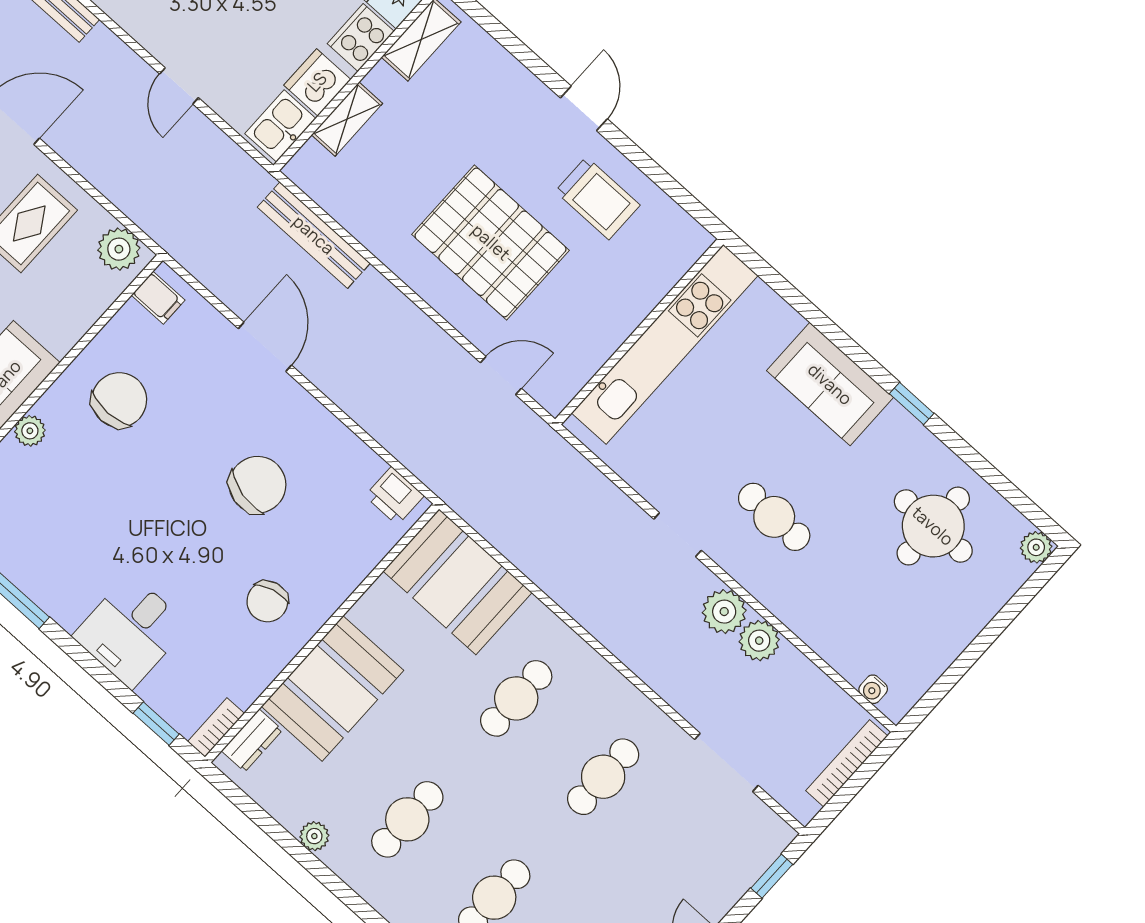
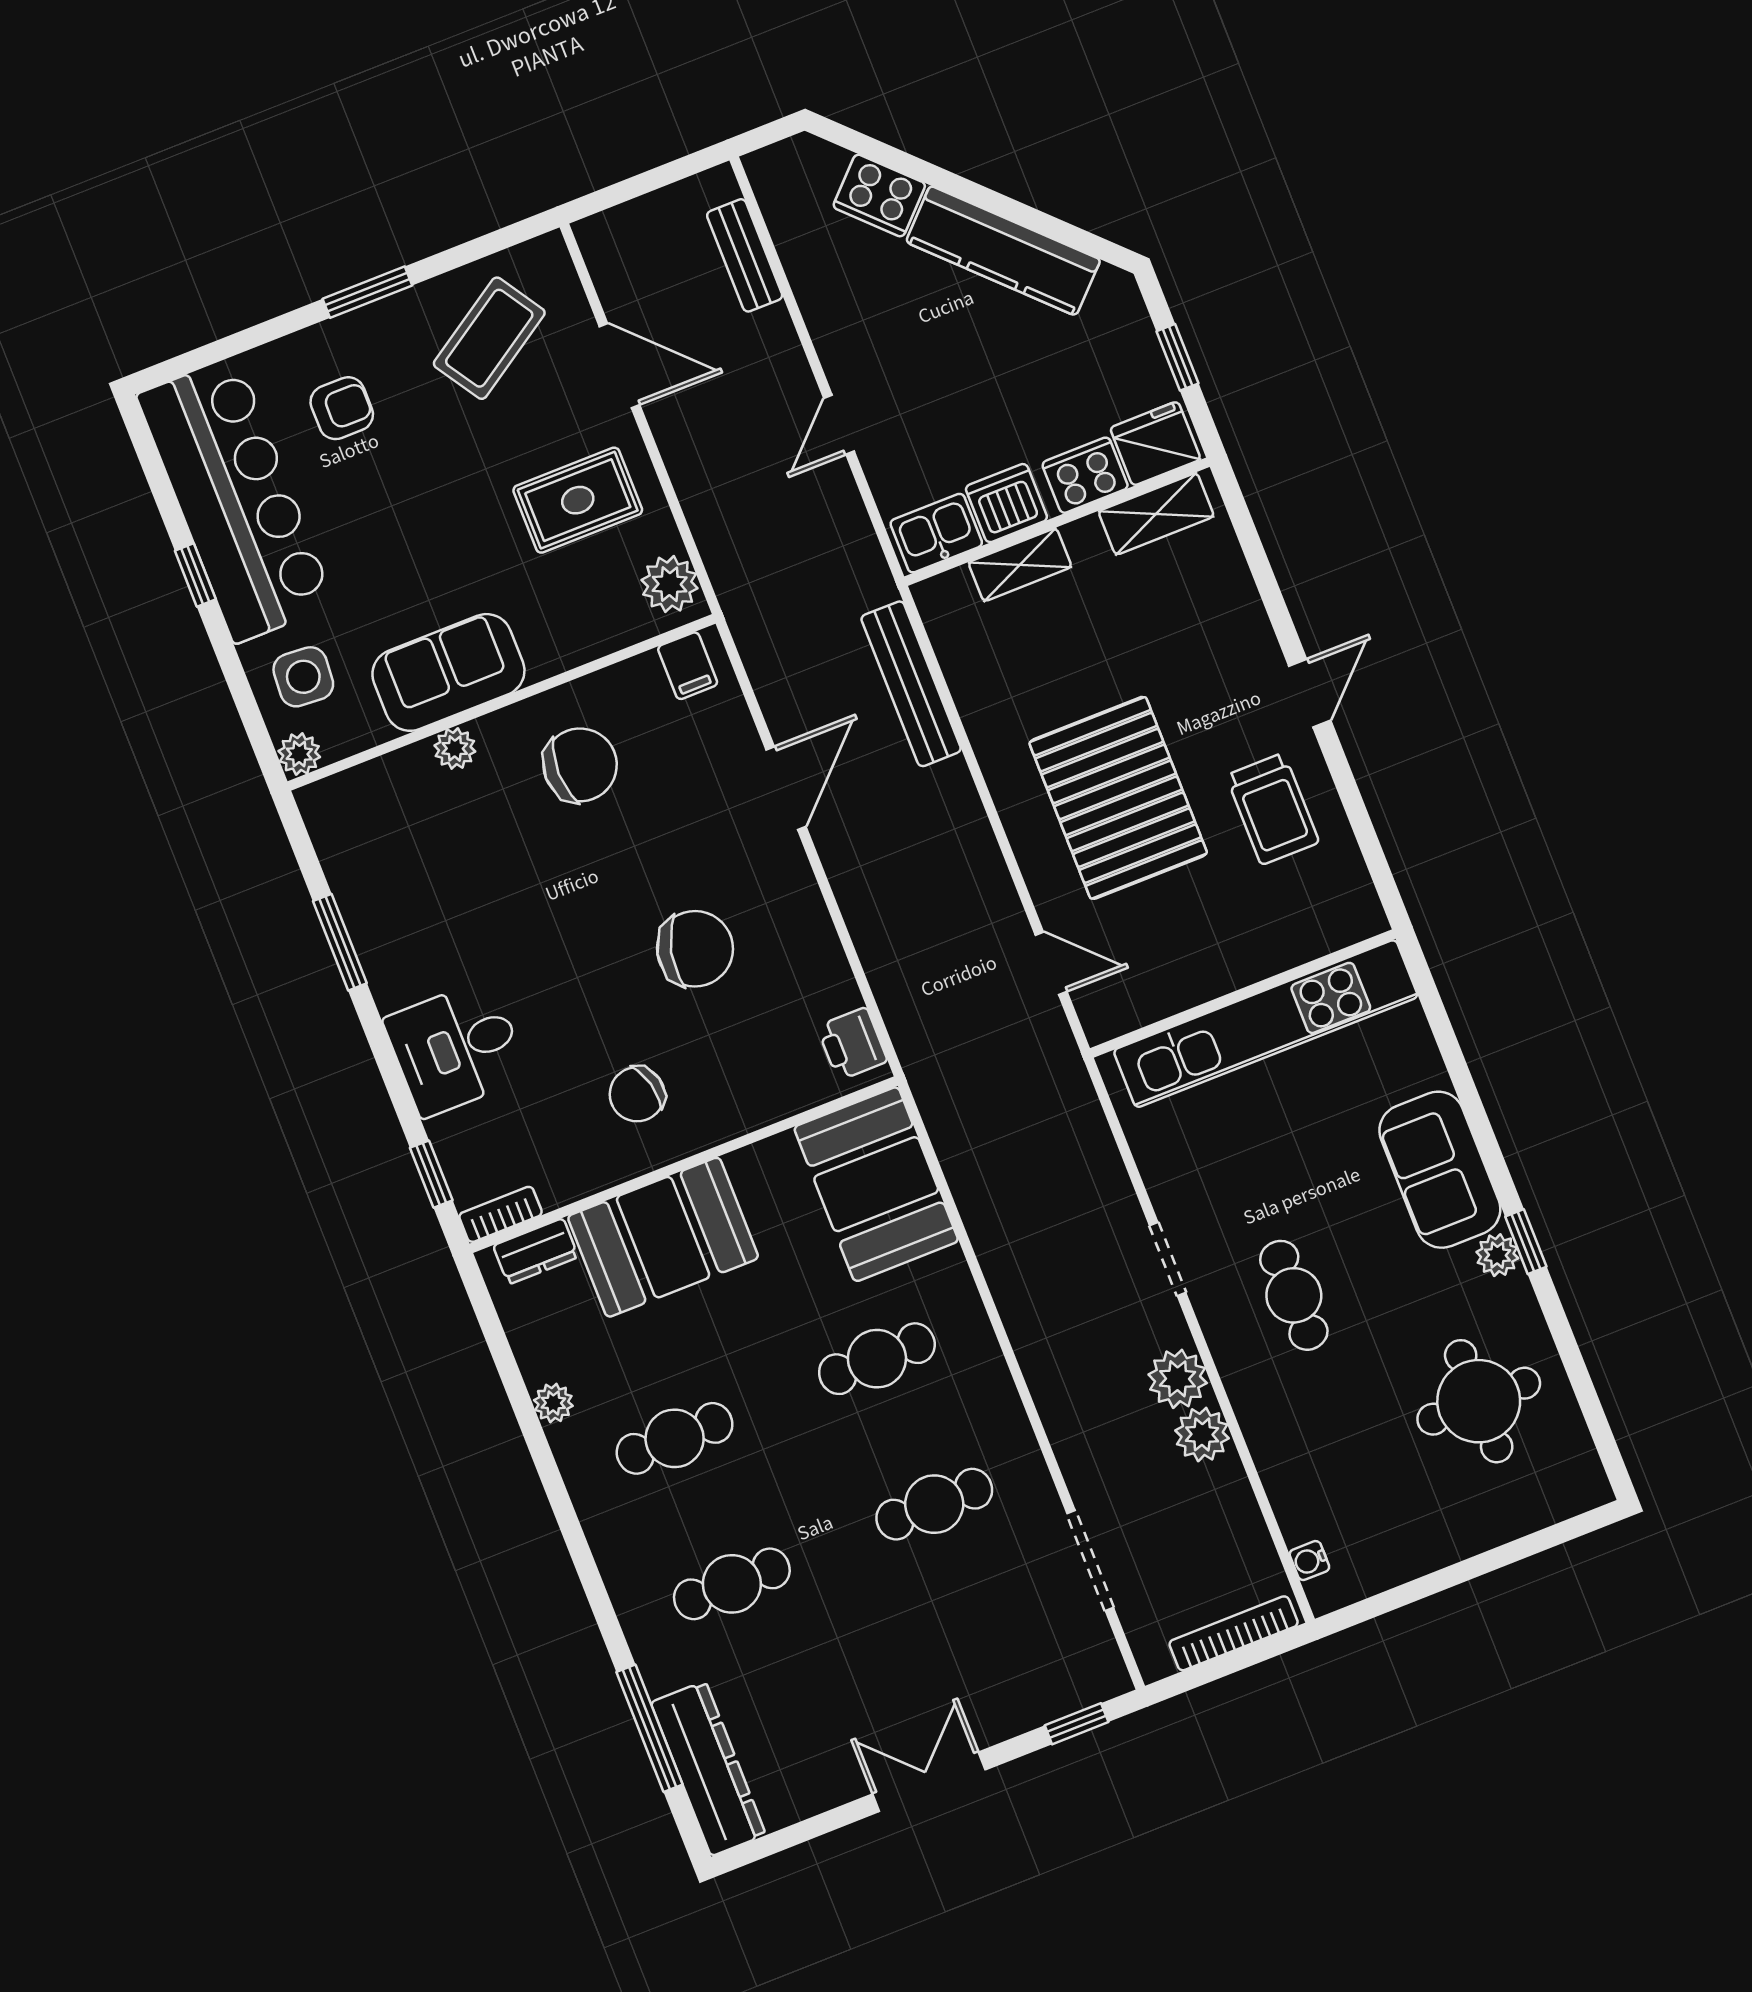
plant: (1036, 547) -> (1497, 1255), moved

